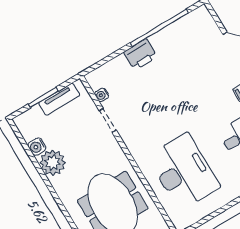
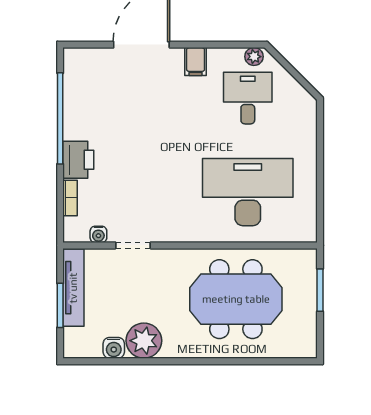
bookcase: (114, 64) -> (70, 198), added
tv unit: (59, 99) -> (73, 288), width x1.41

